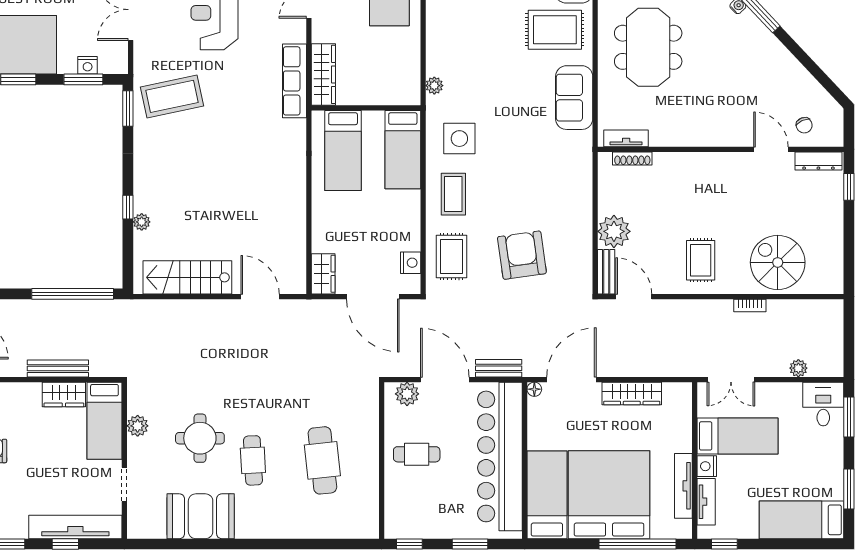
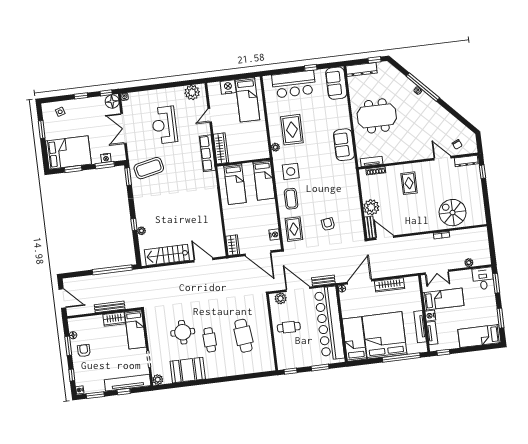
rug: (555, 30) -> (292, 130), moved, turned 90
meeting table: (648, 47) -> (377, 116), turned 90
armchair: (522, 255) -> (328, 224), width x0.53, depth x0.53
rug: (701, 260) -> (409, 183), moved
plant: (138, 426) -> (158, 380), moved

